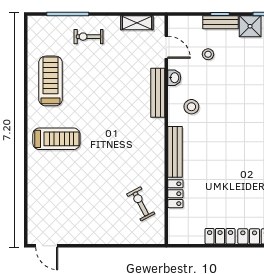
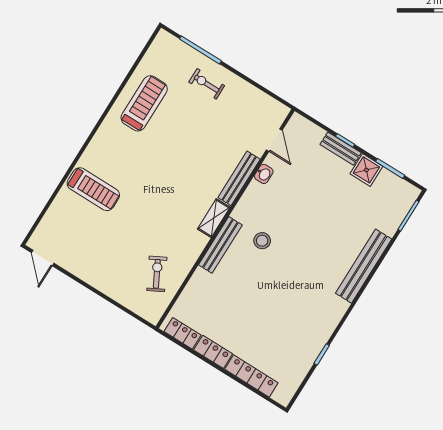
shelving: (137, 23) -> (214, 218), moved, turned 90
stool: (208, 54) -> (310, 172), removed
stool: (191, 107) -> (262, 241), moved
treadmill: (56, 139) -> (93, 189), moved
locker: (175, 194) -> (183, 333), moved, turned -90

